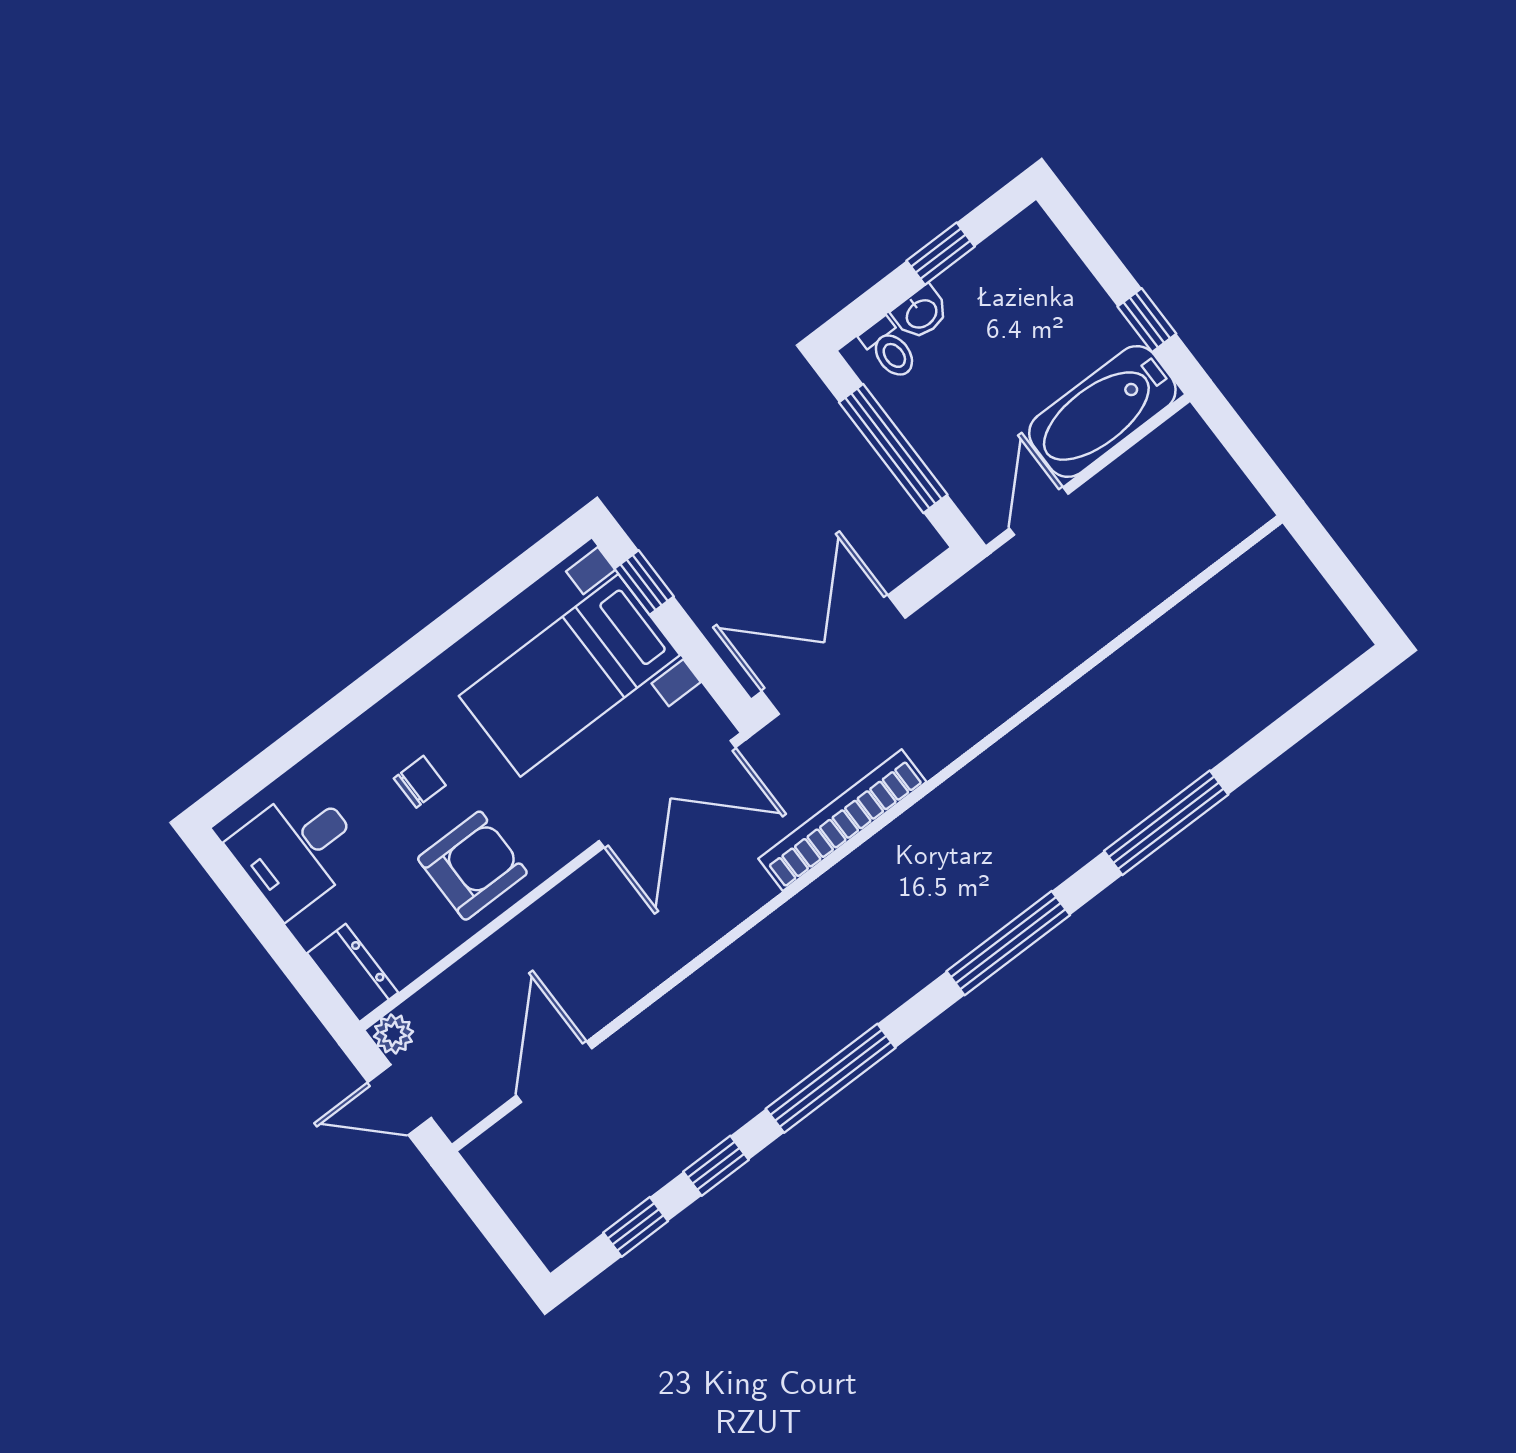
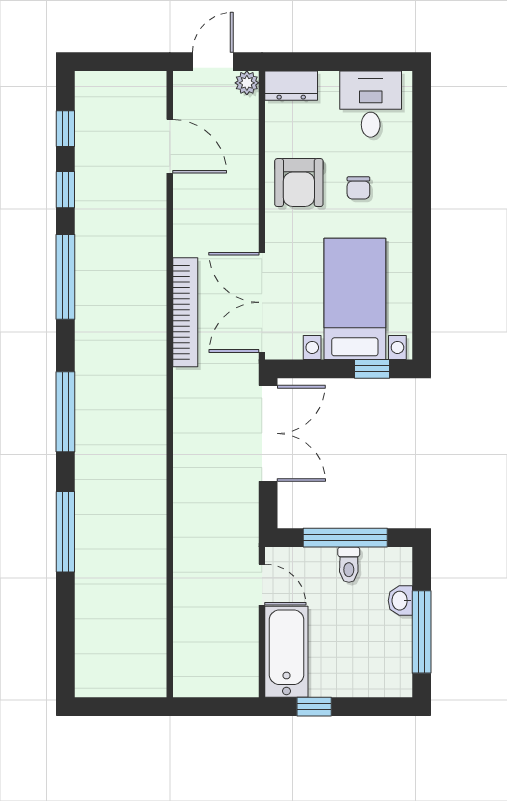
window: (941, 254) -> (422, 632), width x2.17
toilet: (889, 349) -> (349, 565), moved, turned -90
bookcase: (842, 820) -> (185, 312), moved

